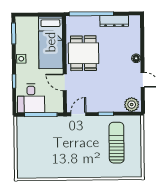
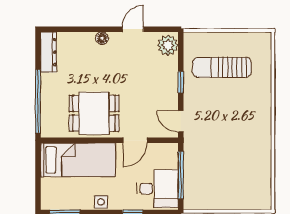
dresser: (114, 21) -> (49, 52), moved

